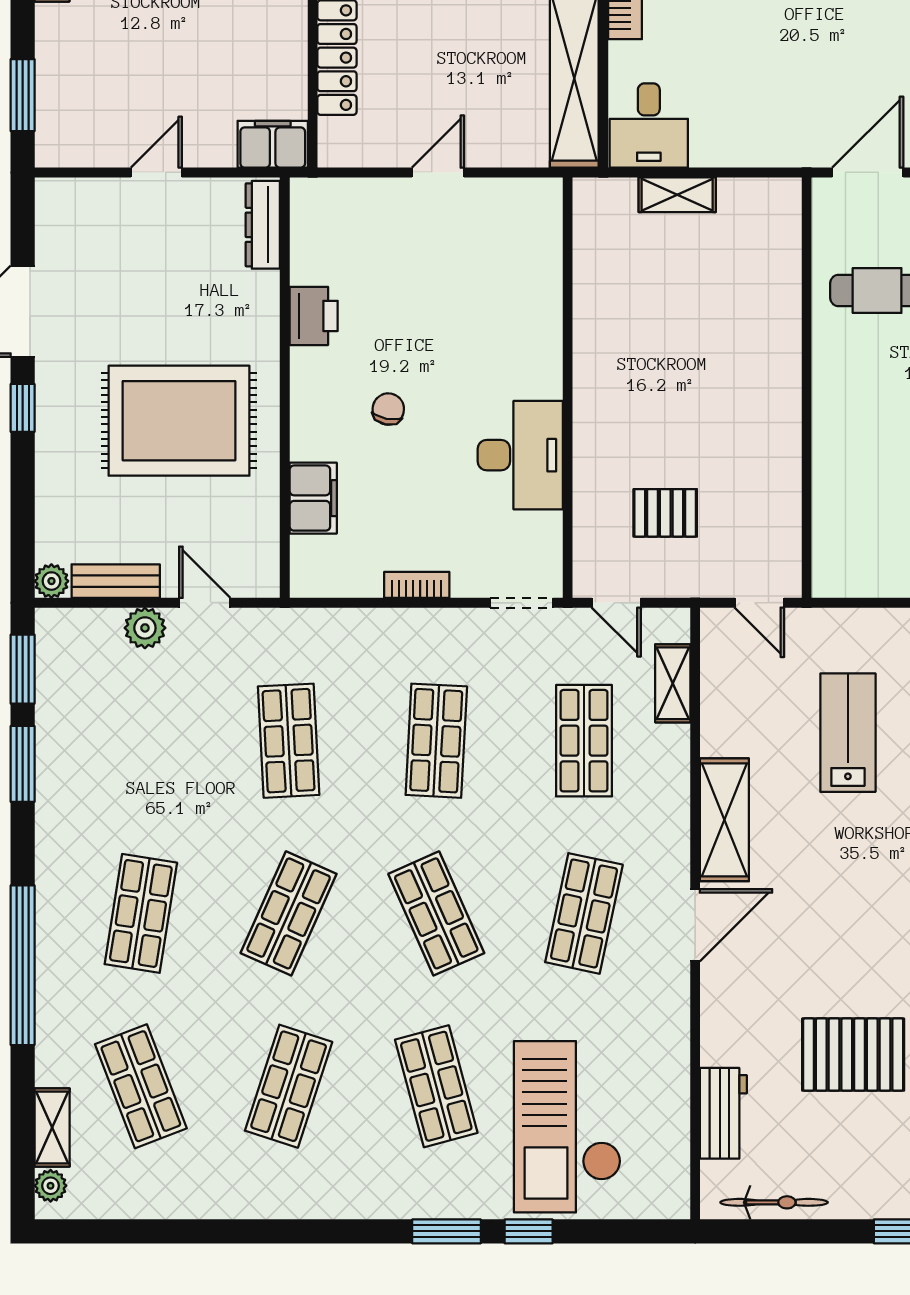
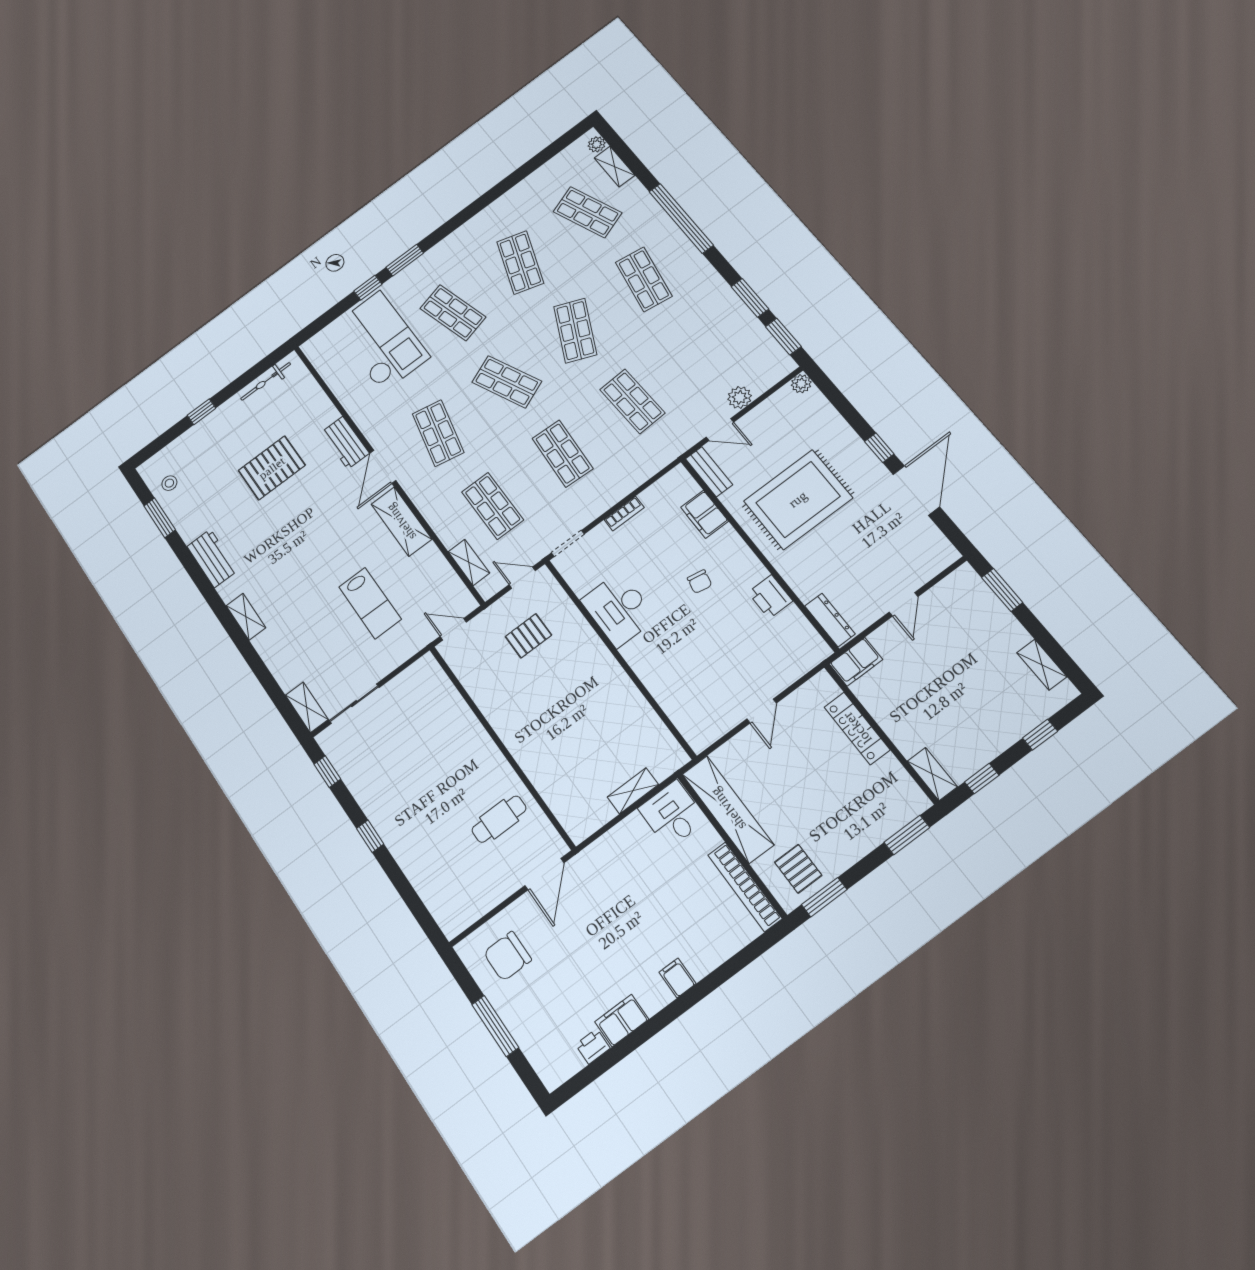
bench: (116, 581) -> (709, 472), moved, turned 90
workbench: (723, 1113) -> (345, 443), moved

